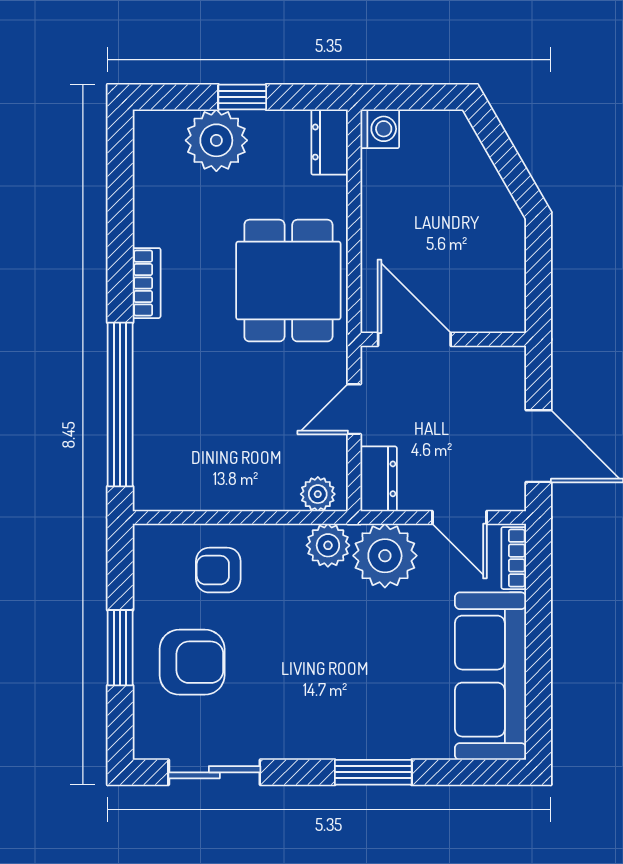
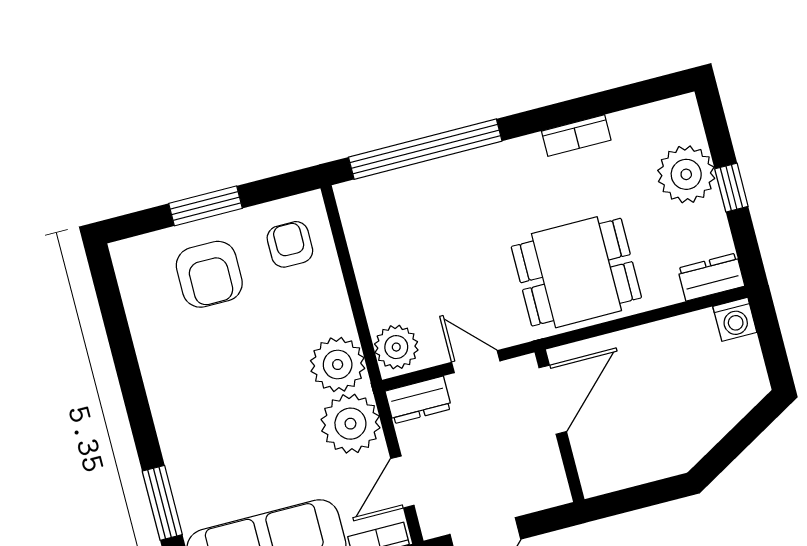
bookcase: (147, 283) -> (576, 136), moved
plant: (318, 494) -> (396, 347), width x1.38, depth x1.38
plant: (328, 545) -> (338, 365), width x1.36, depth x1.36
armchair: (218, 570) -> (290, 244), moved
sliding door: (214, 772) -> (115, 320), removed
window: (373, 772) -> (162, 503), moved

